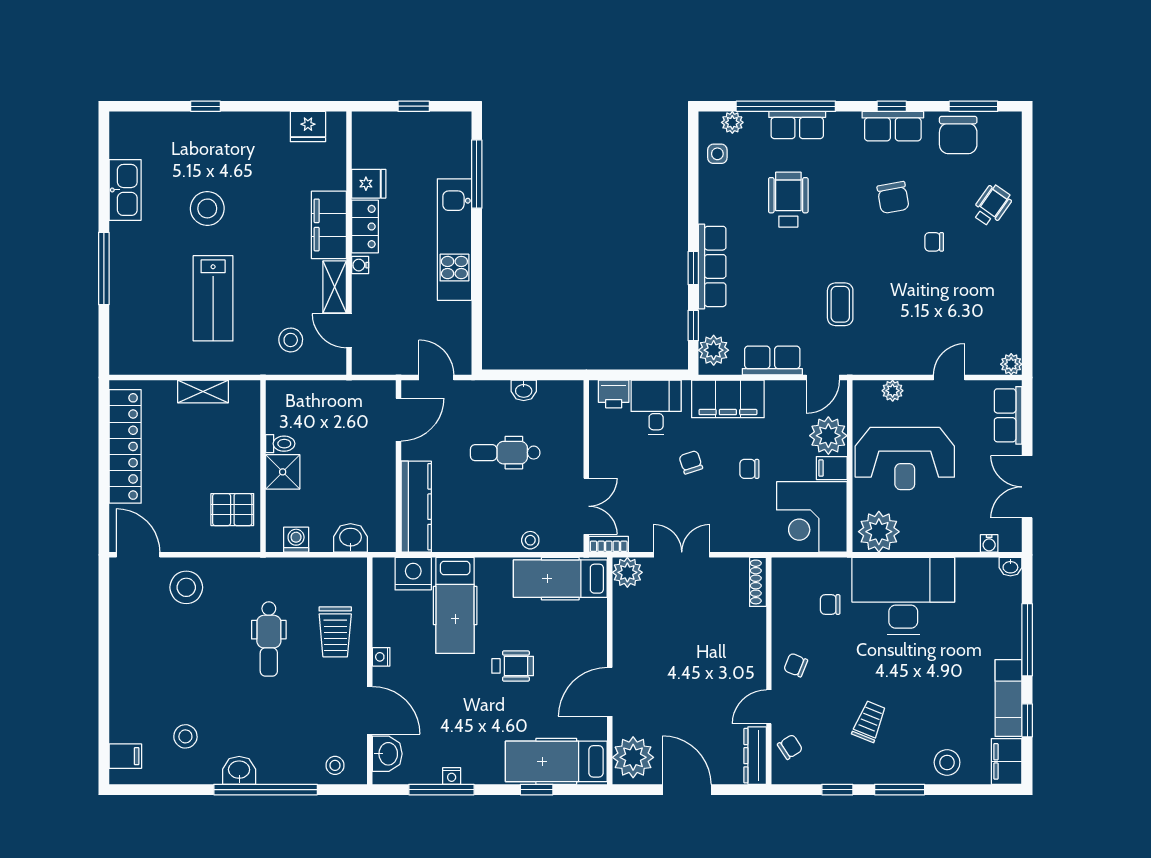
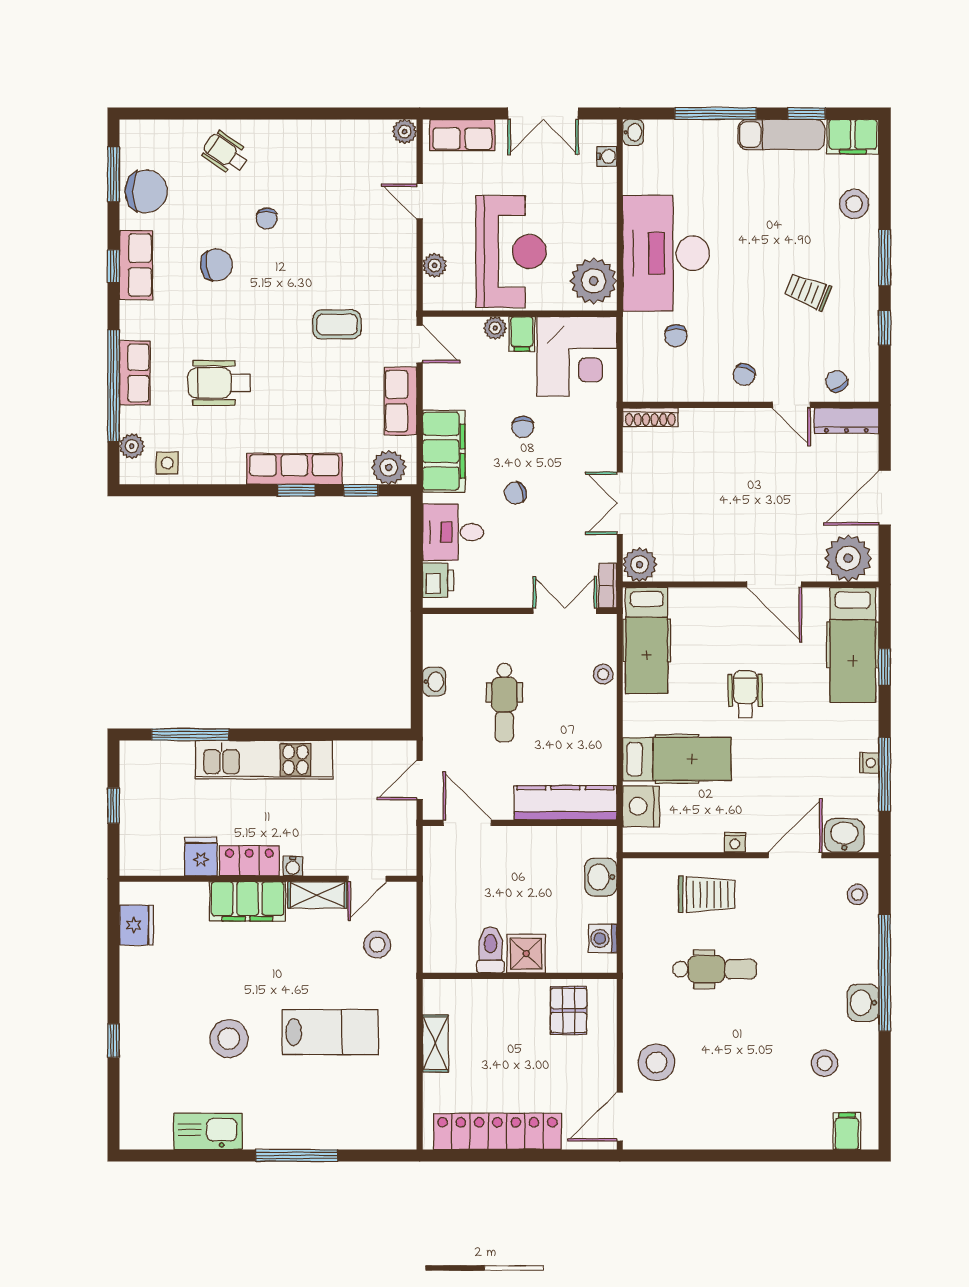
plant: (828, 436) -> (495, 328), width x0.53, depth x0.53
toilet: (280, 444) -> (490, 950), width x1.37, depth x1.39

